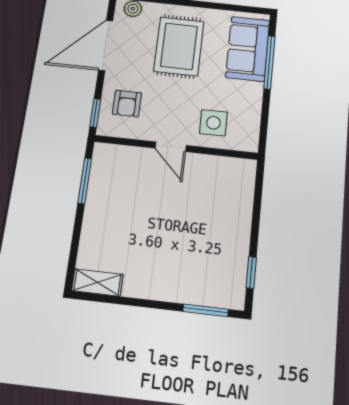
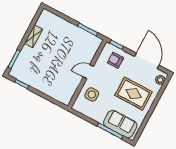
shelving: (97, 282) -> (34, 36), moved

